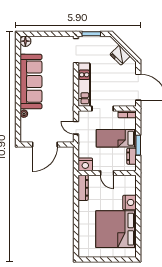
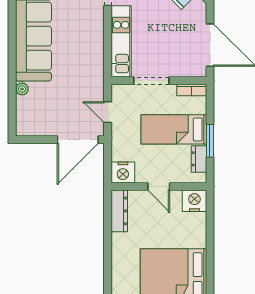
door: (45, 144) -> (78, 140), moved
nightstand: (130, 202) -> (194, 201), moved, turned -90

